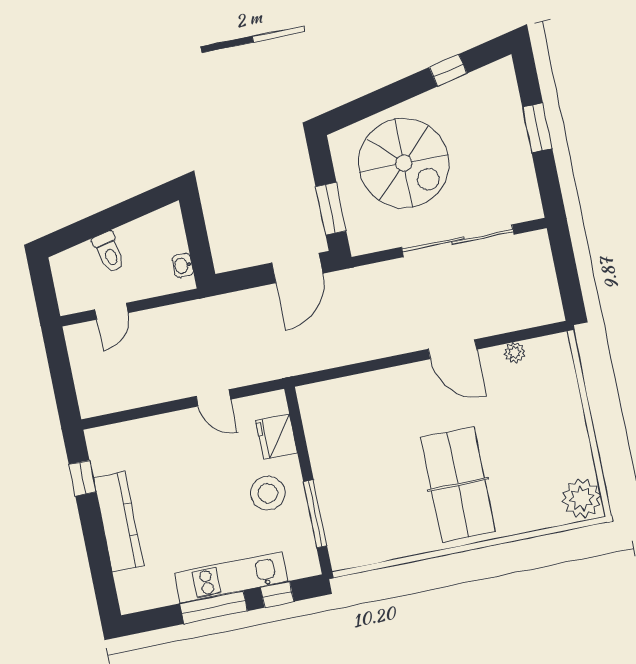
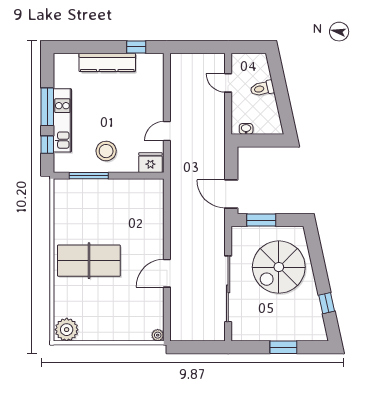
plant: (515, 353) -> (158, 335), moved
fridge: (277, 437) -> (150, 163), moved

